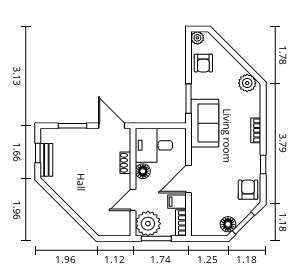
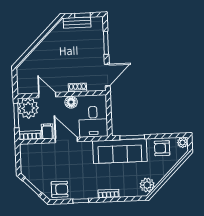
sofa: (205, 123) -> (120, 151), width x1.36
desk: (154, 145) -> (93, 122), moved, turned 180
floor lamp: (228, 224) -> (30, 174), removed

